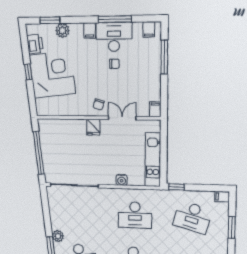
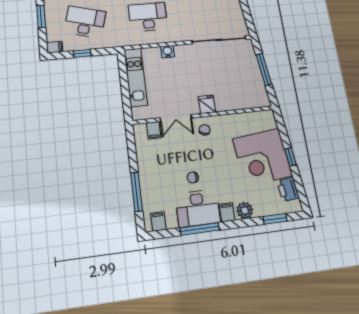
plant: (62, 31) -> (245, 210), moved
filing cabinet: (155, 109) -> (154, 130), moved
window: (39, 153) -> (264, 69), width x0.68
window: (177, 187) -> (82, 53), moved

